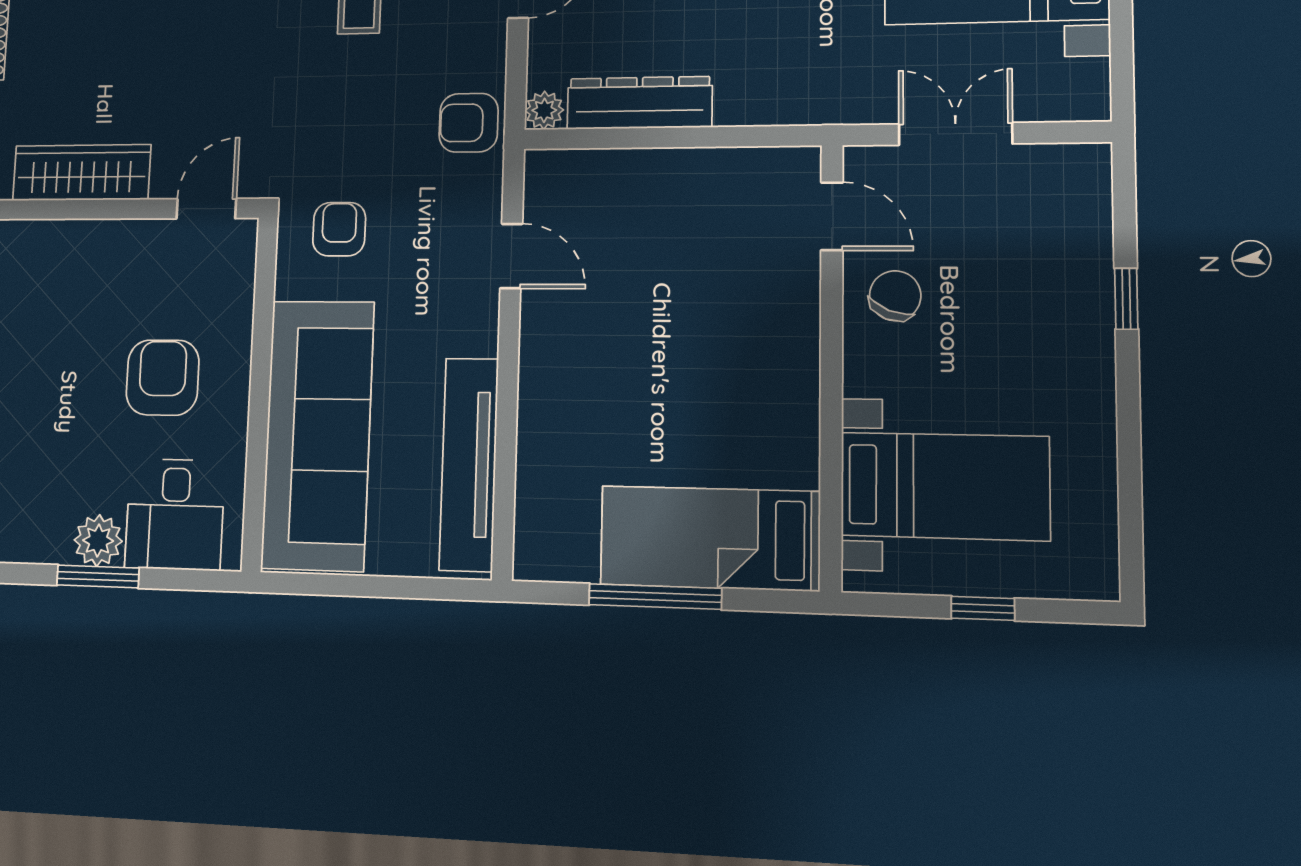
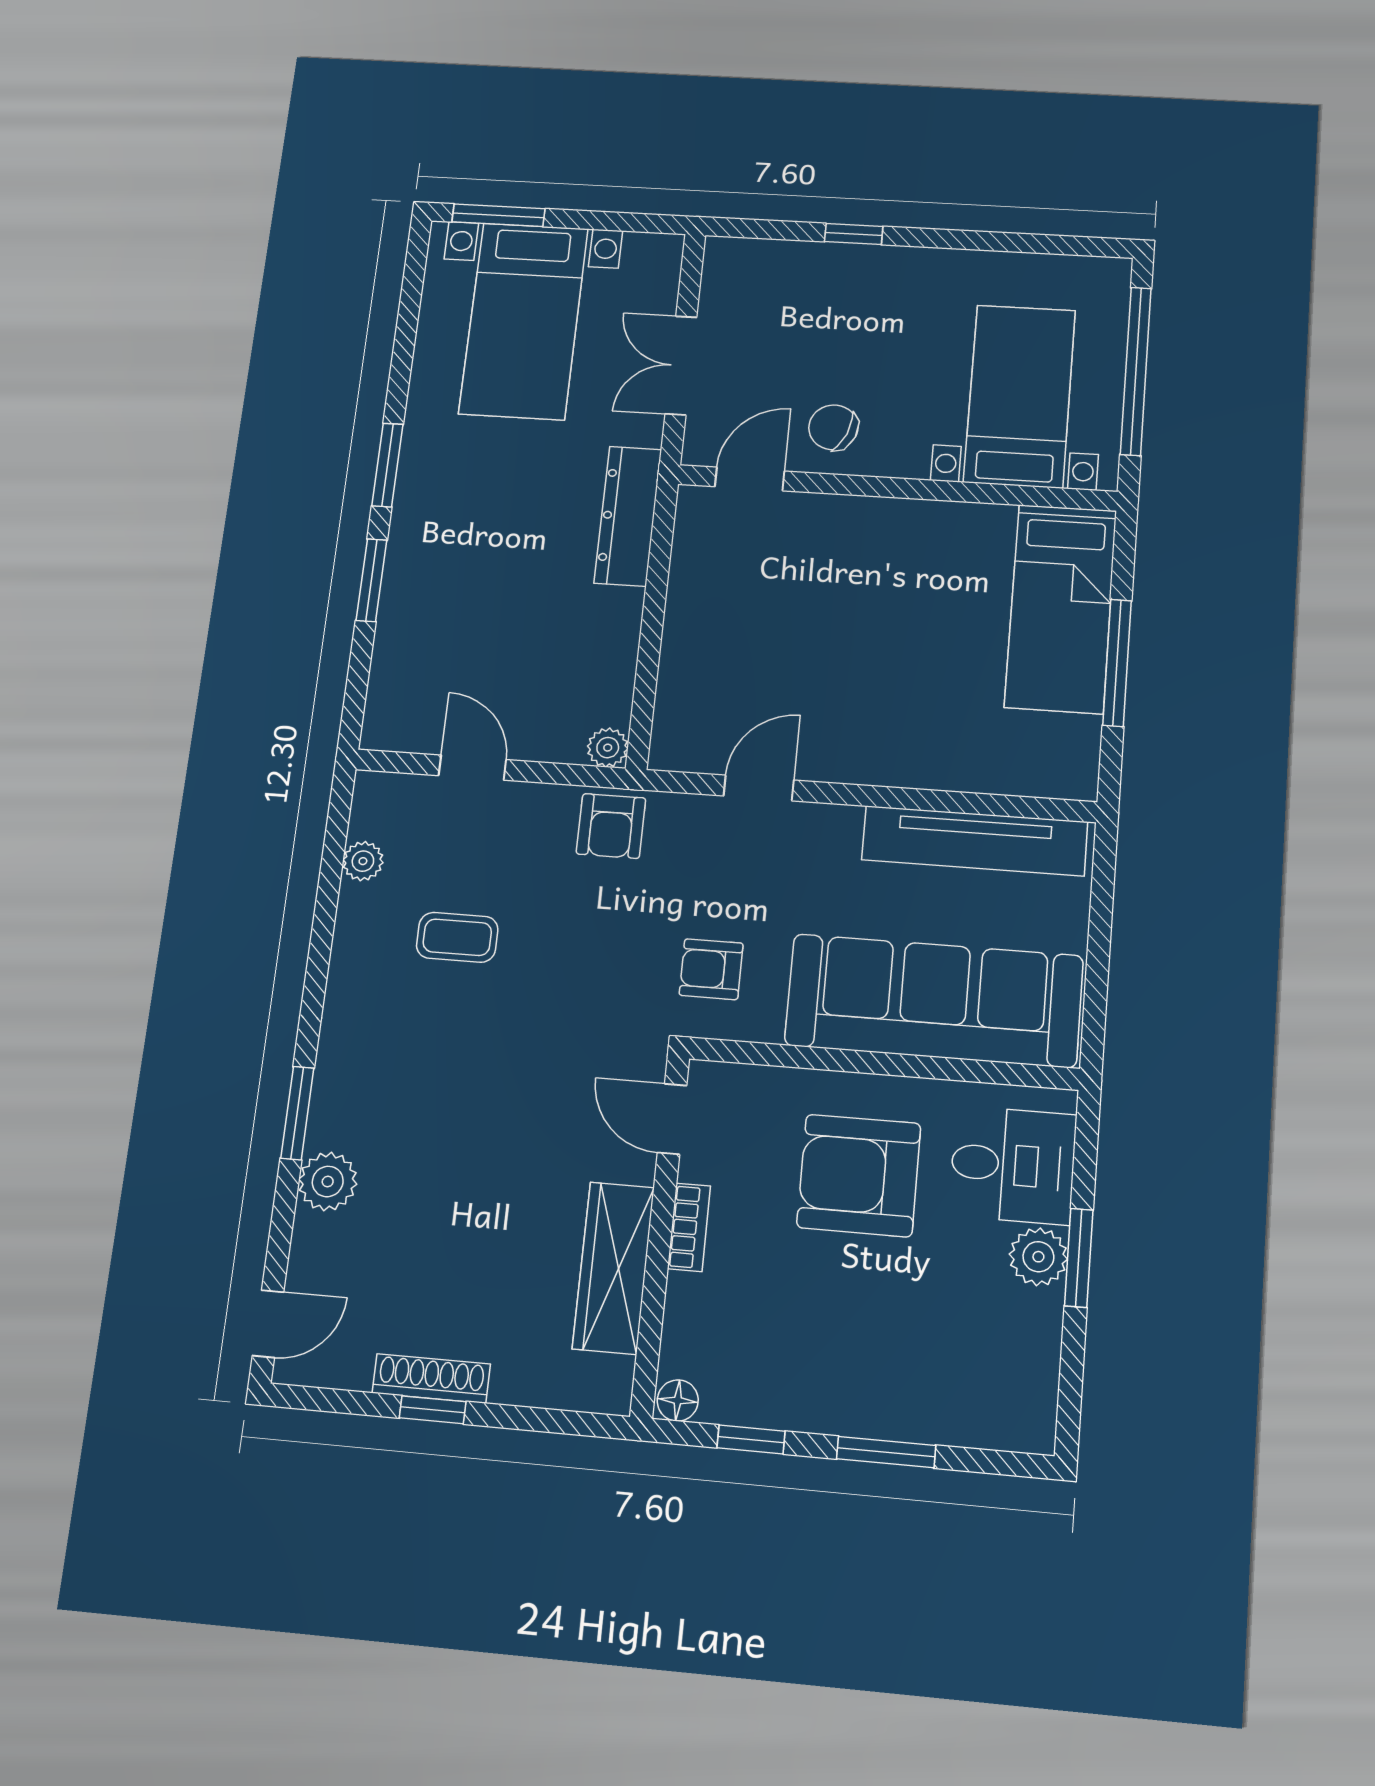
dresser: (639, 103) -> (628, 516), moved
bookcase: (116, 233) -> (689, 1227), added
armchair: (163, 377) -> (859, 1175), width x1.36, depth x1.36
window: (983, 608) -> (1136, 371), width x3.17

